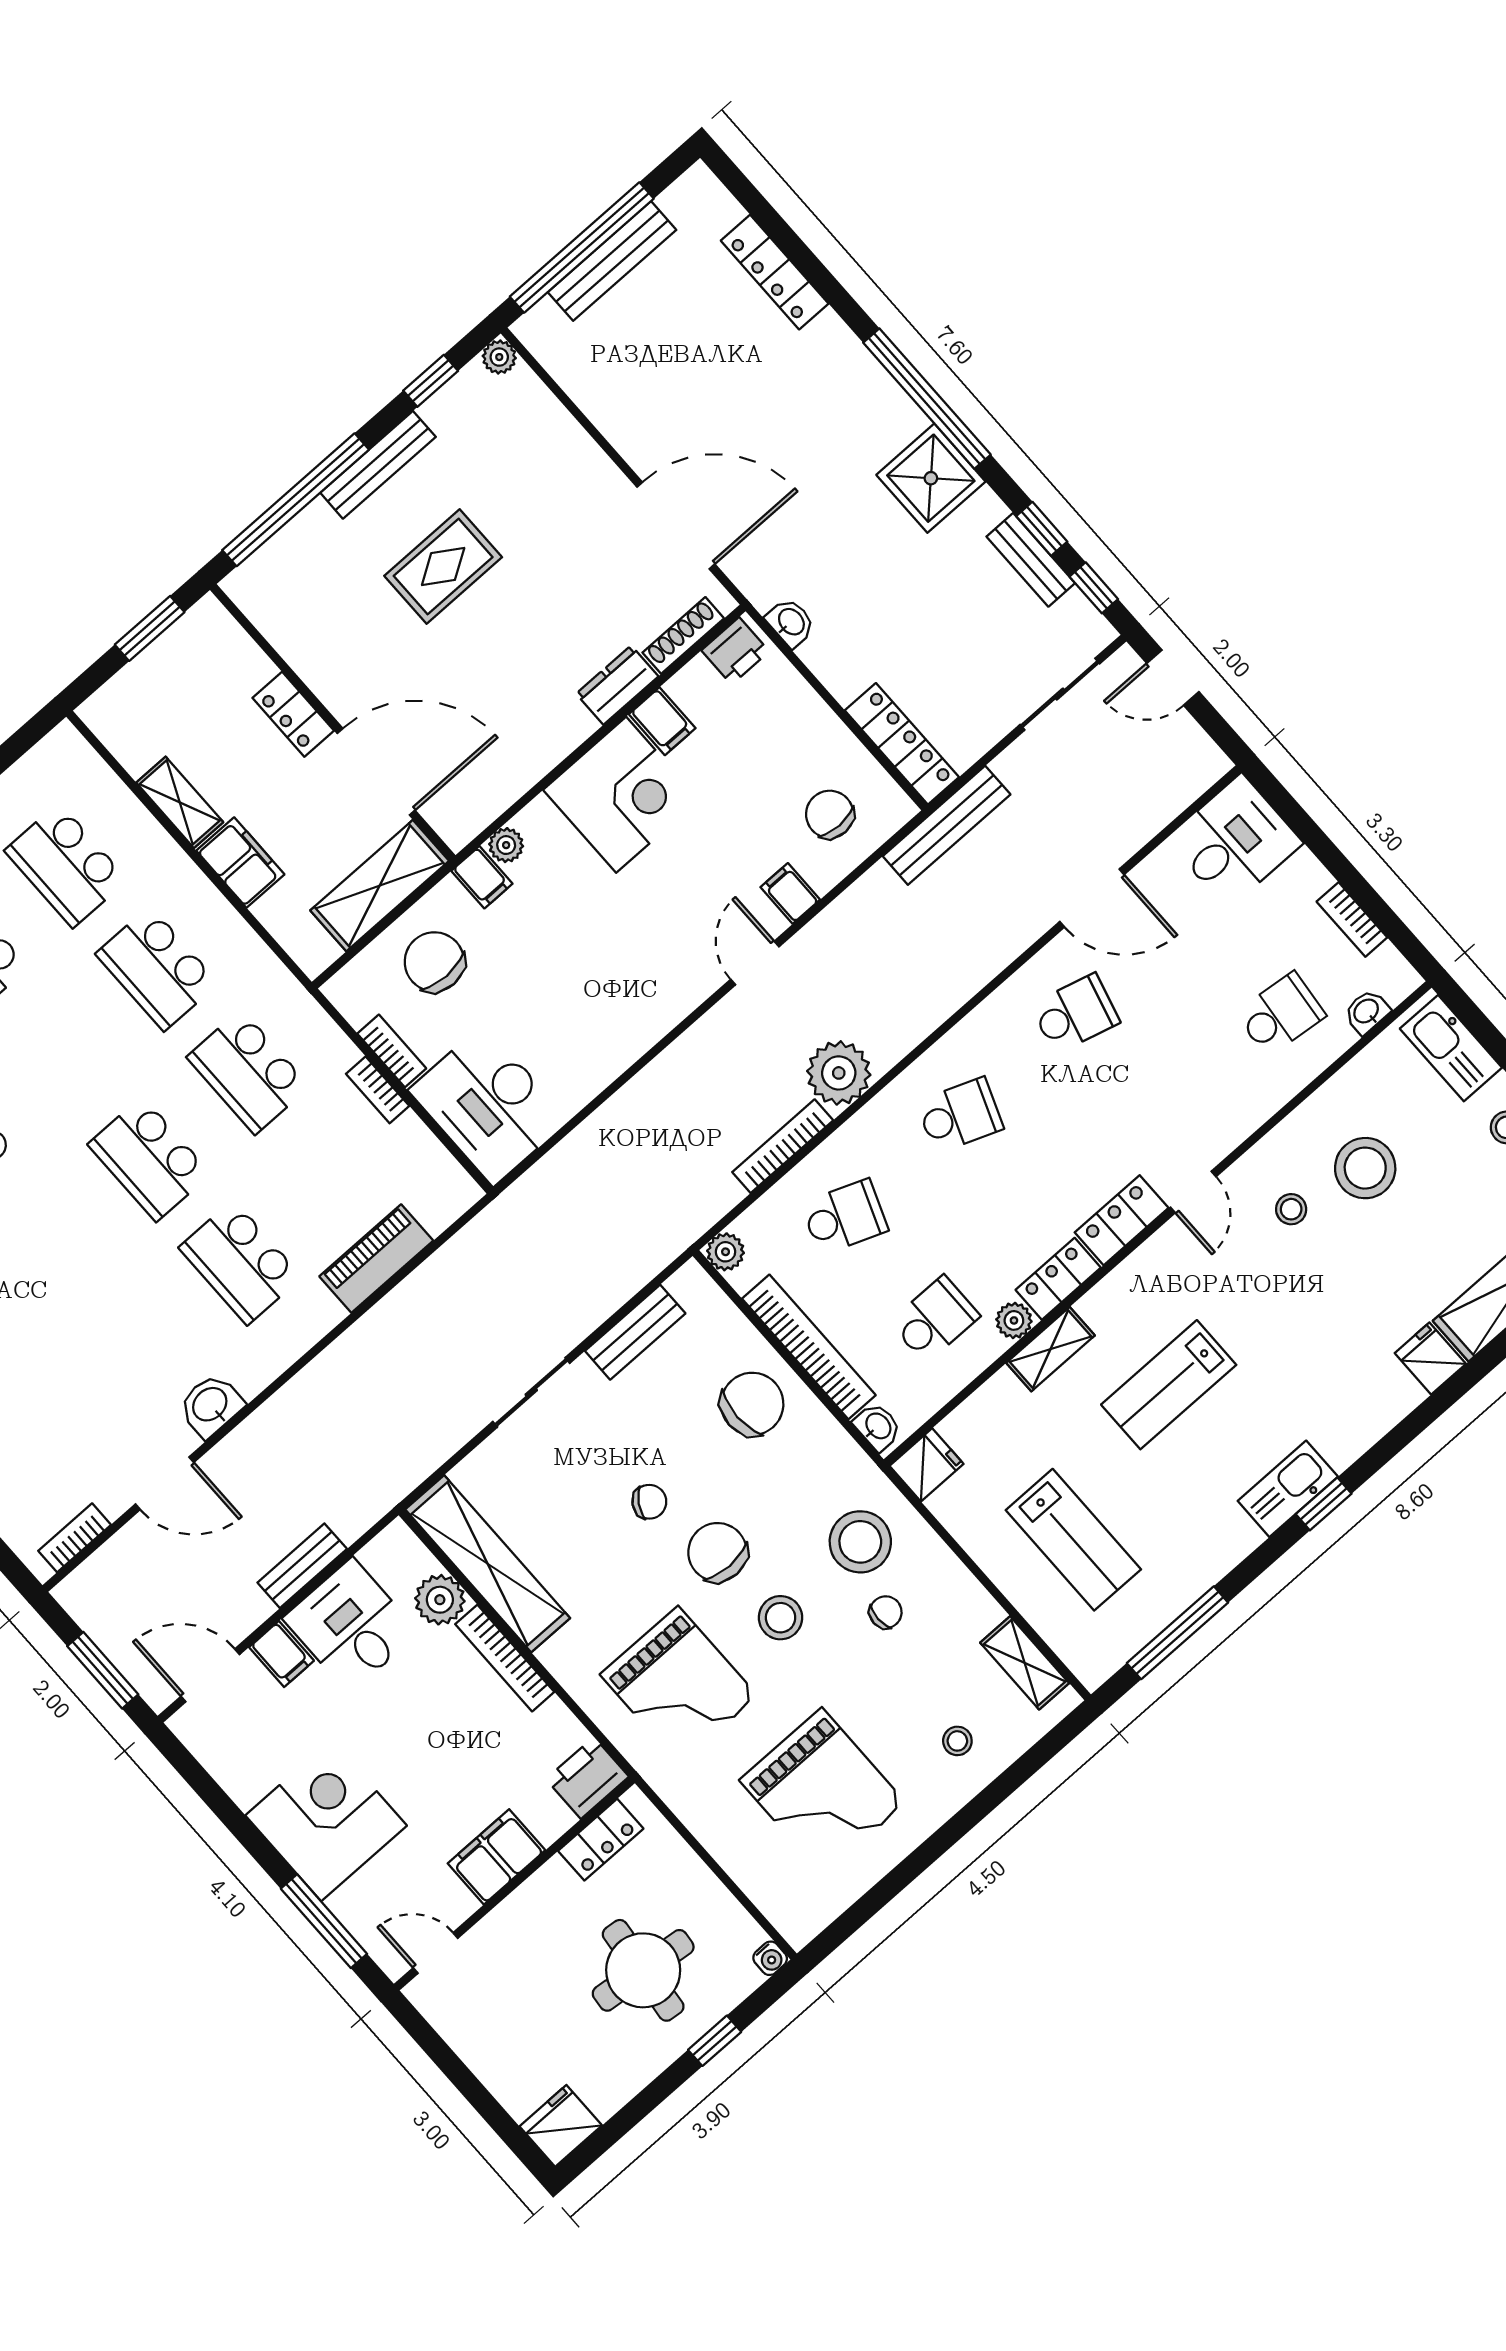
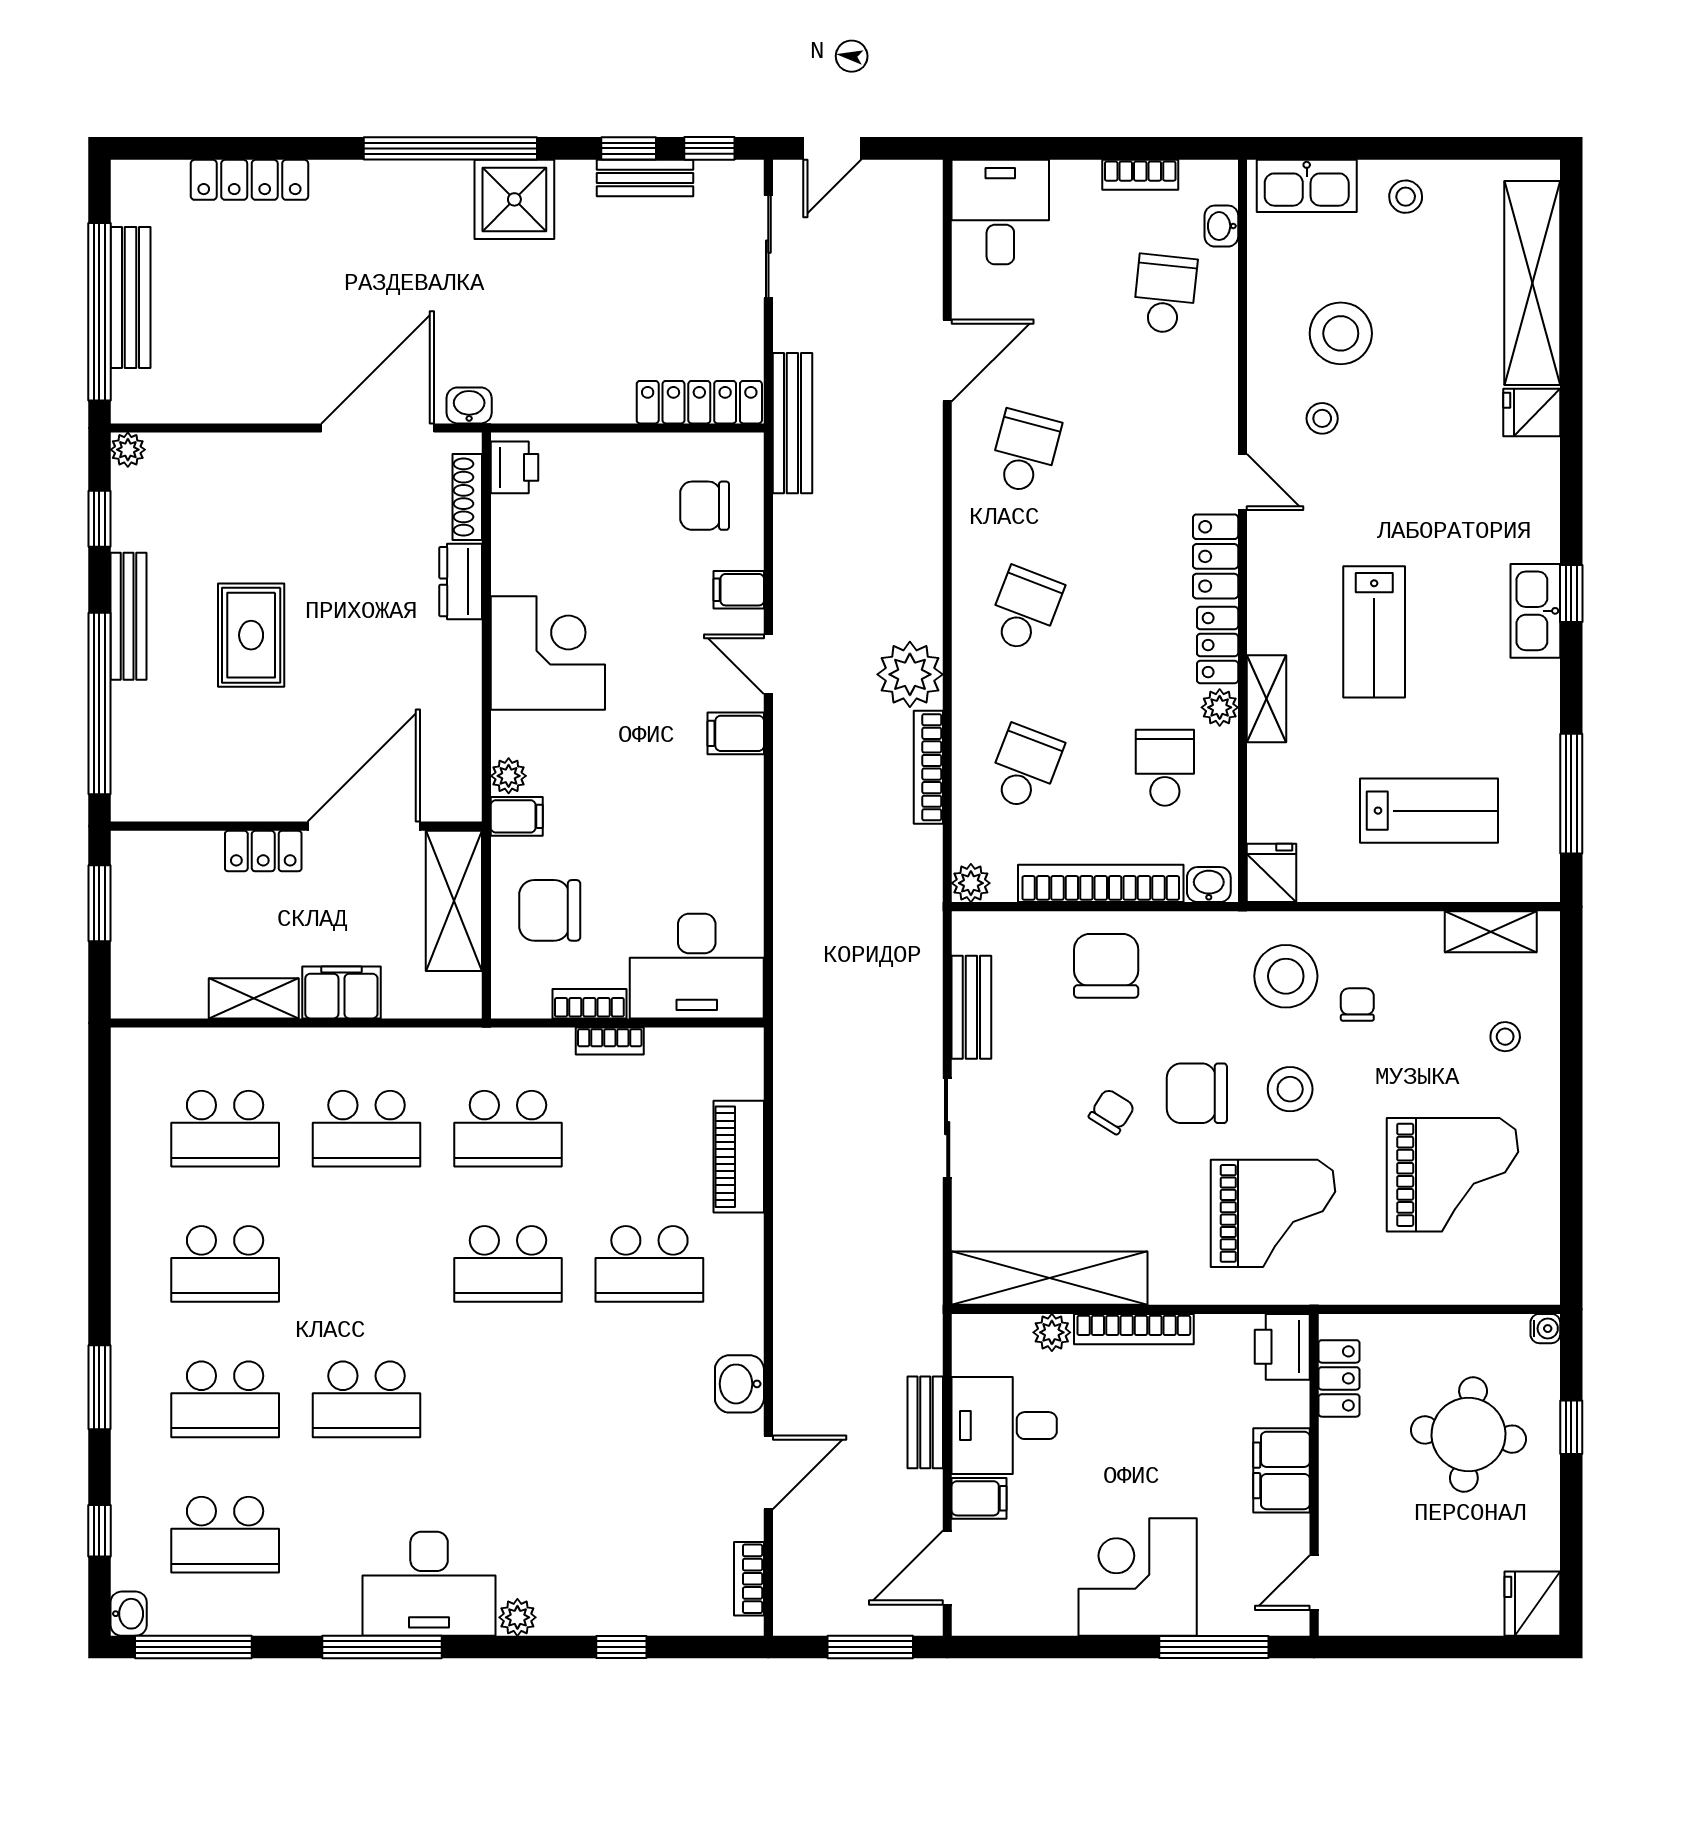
washbasin: (791, 622) -> (469, 405), moved
filing cabinet: (662, 721) -> (736, 733), moved, turned 180
plant: (440, 1600) -> (1052, 1332), width x0.73, depth x0.73

